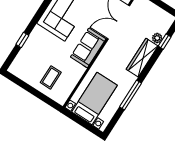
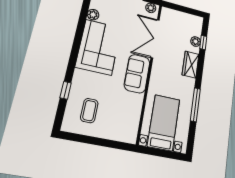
wardrobe: (142, 58) -> (190, 65), width x0.67
coffee table: (51, 77) -> (89, 111), moved

